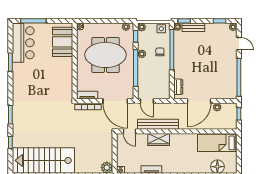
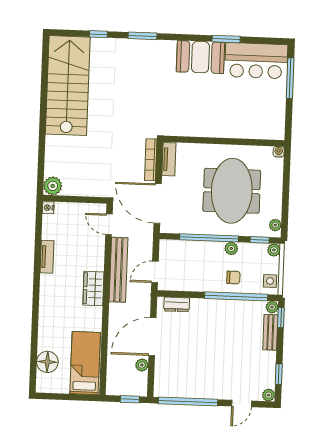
booth: (63, 42) -> (200, 57), moved
door: (115, 101) -> (158, 204), hinge flipped
door: (147, 101) -> (155, 272), moved
door: (199, 101) -> (153, 337), hinge flipped
door: (130, 131) -> (109, 224), hinge flipped
wardrobe: (159, 139) -> (93, 288), moved

